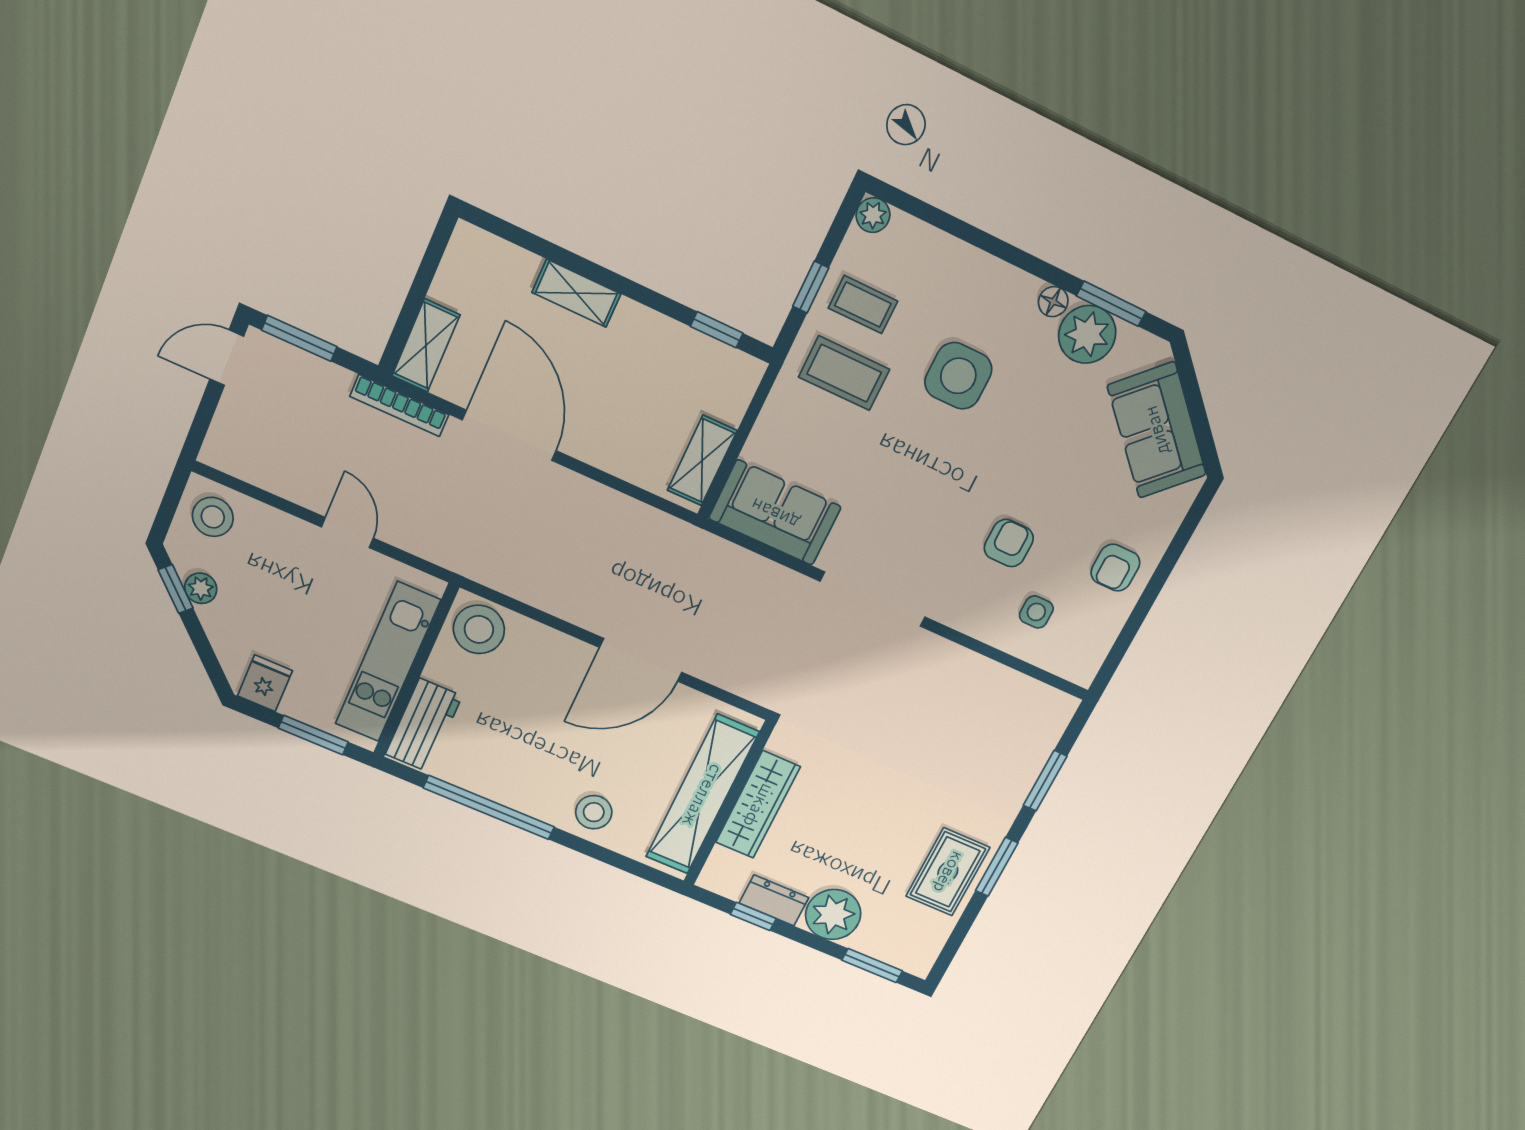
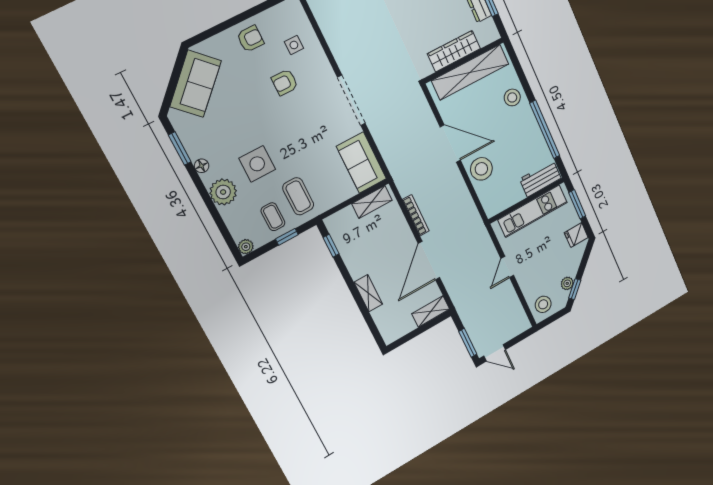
plant: (1087, 334) -> (223, 192), moved
bookcase: (399, 405) -> (416, 215), moved
stool: (479, 629) -> (481, 169), moved

